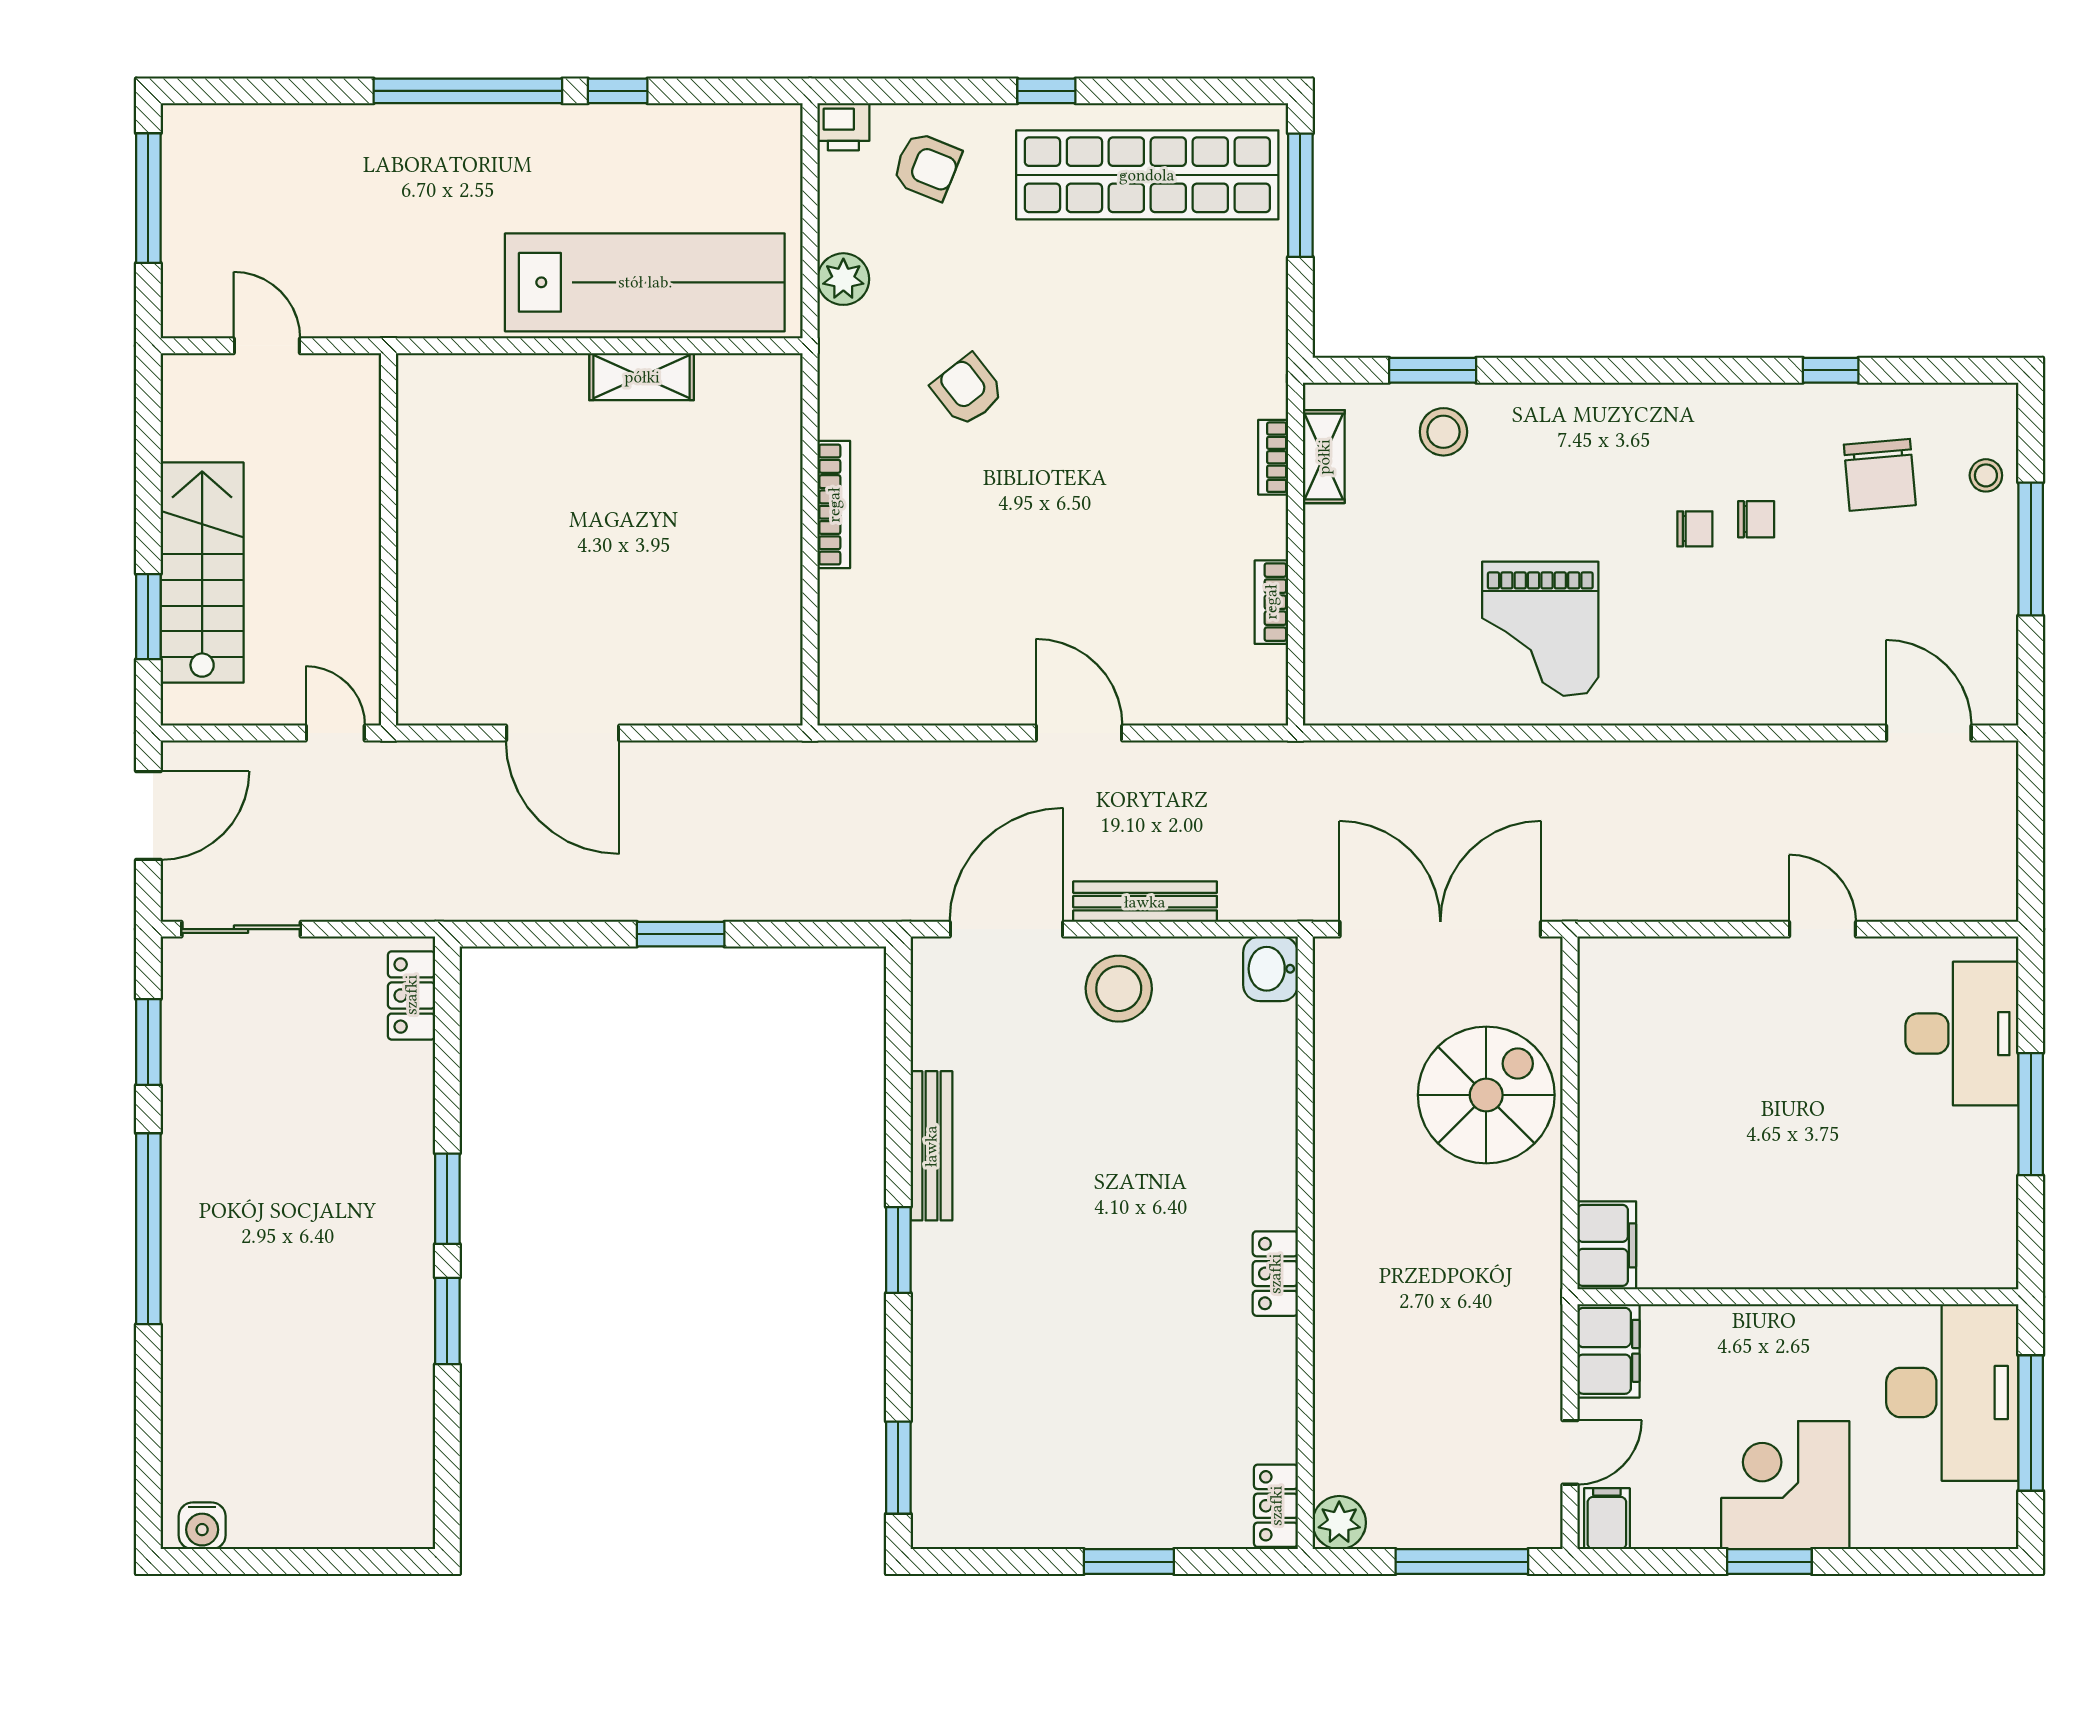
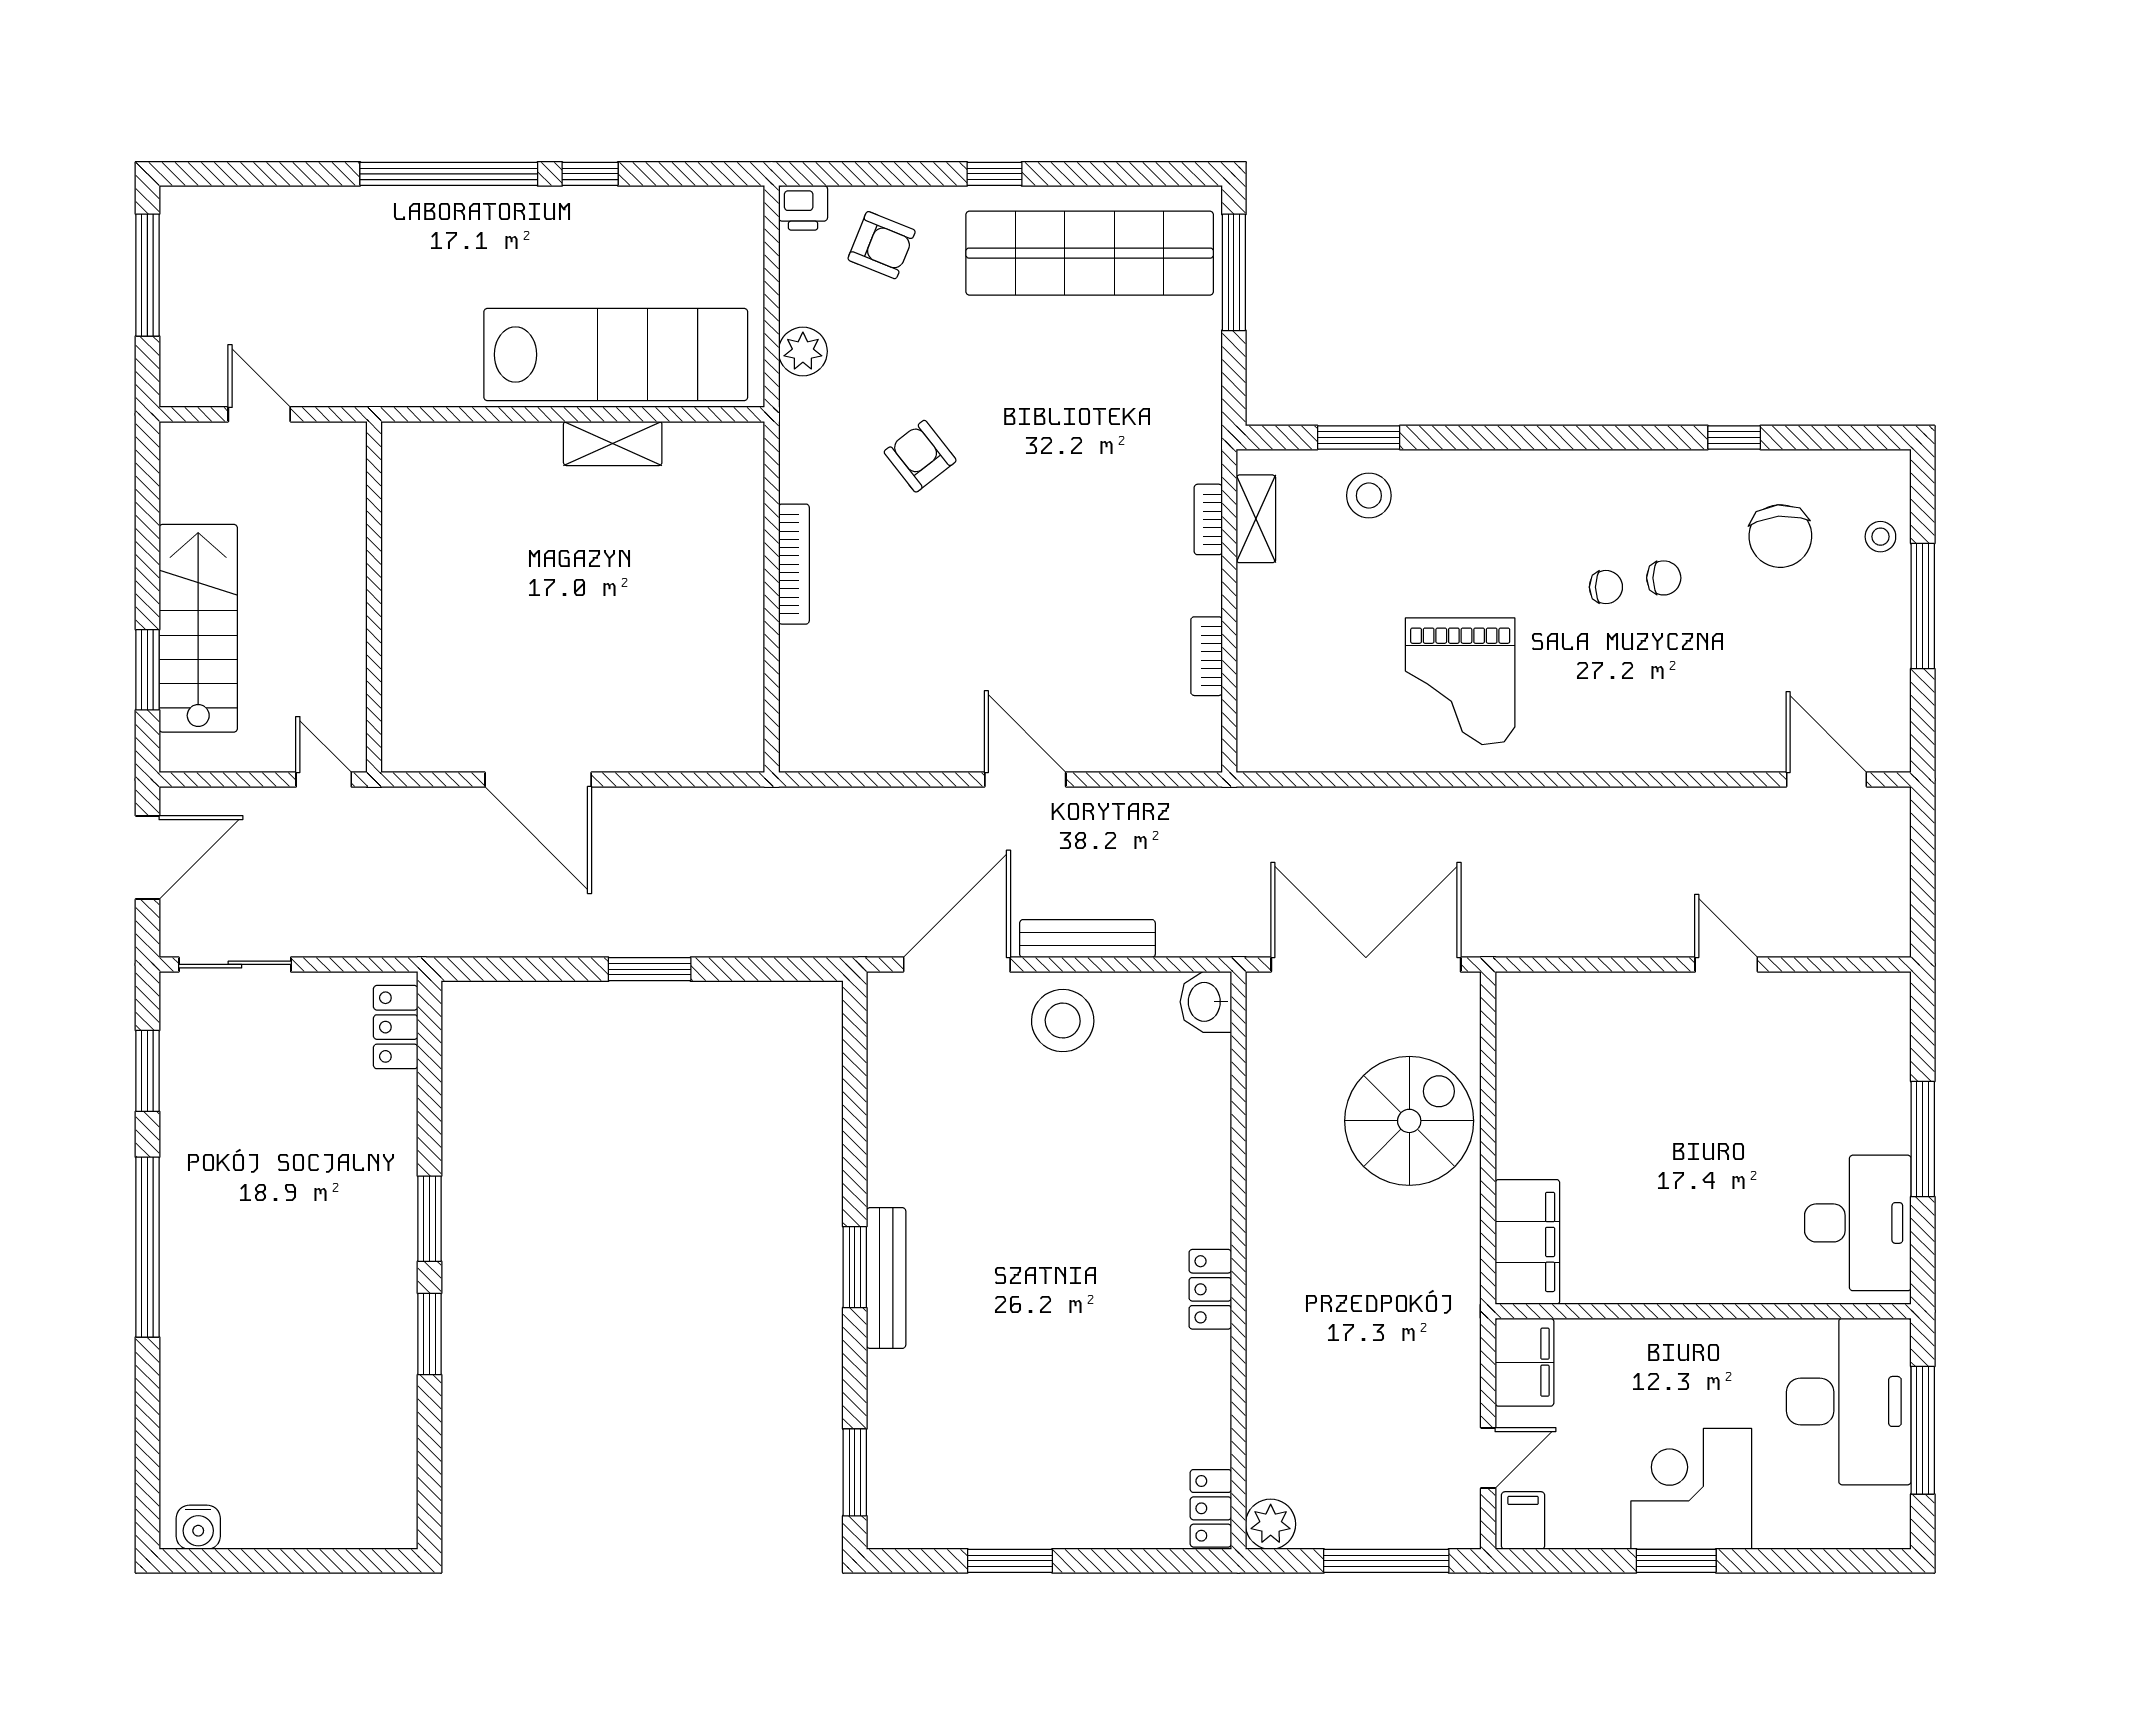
desk: (1962, 1034) -> (1858, 1223), moved
bench: (931, 1146) -> (886, 1278), moved
filing cabinet: (1607, 1245) -> (1527, 1242), width x1.50, depth x1.17
window: (1129, 1562) -> (1010, 1561), moved

